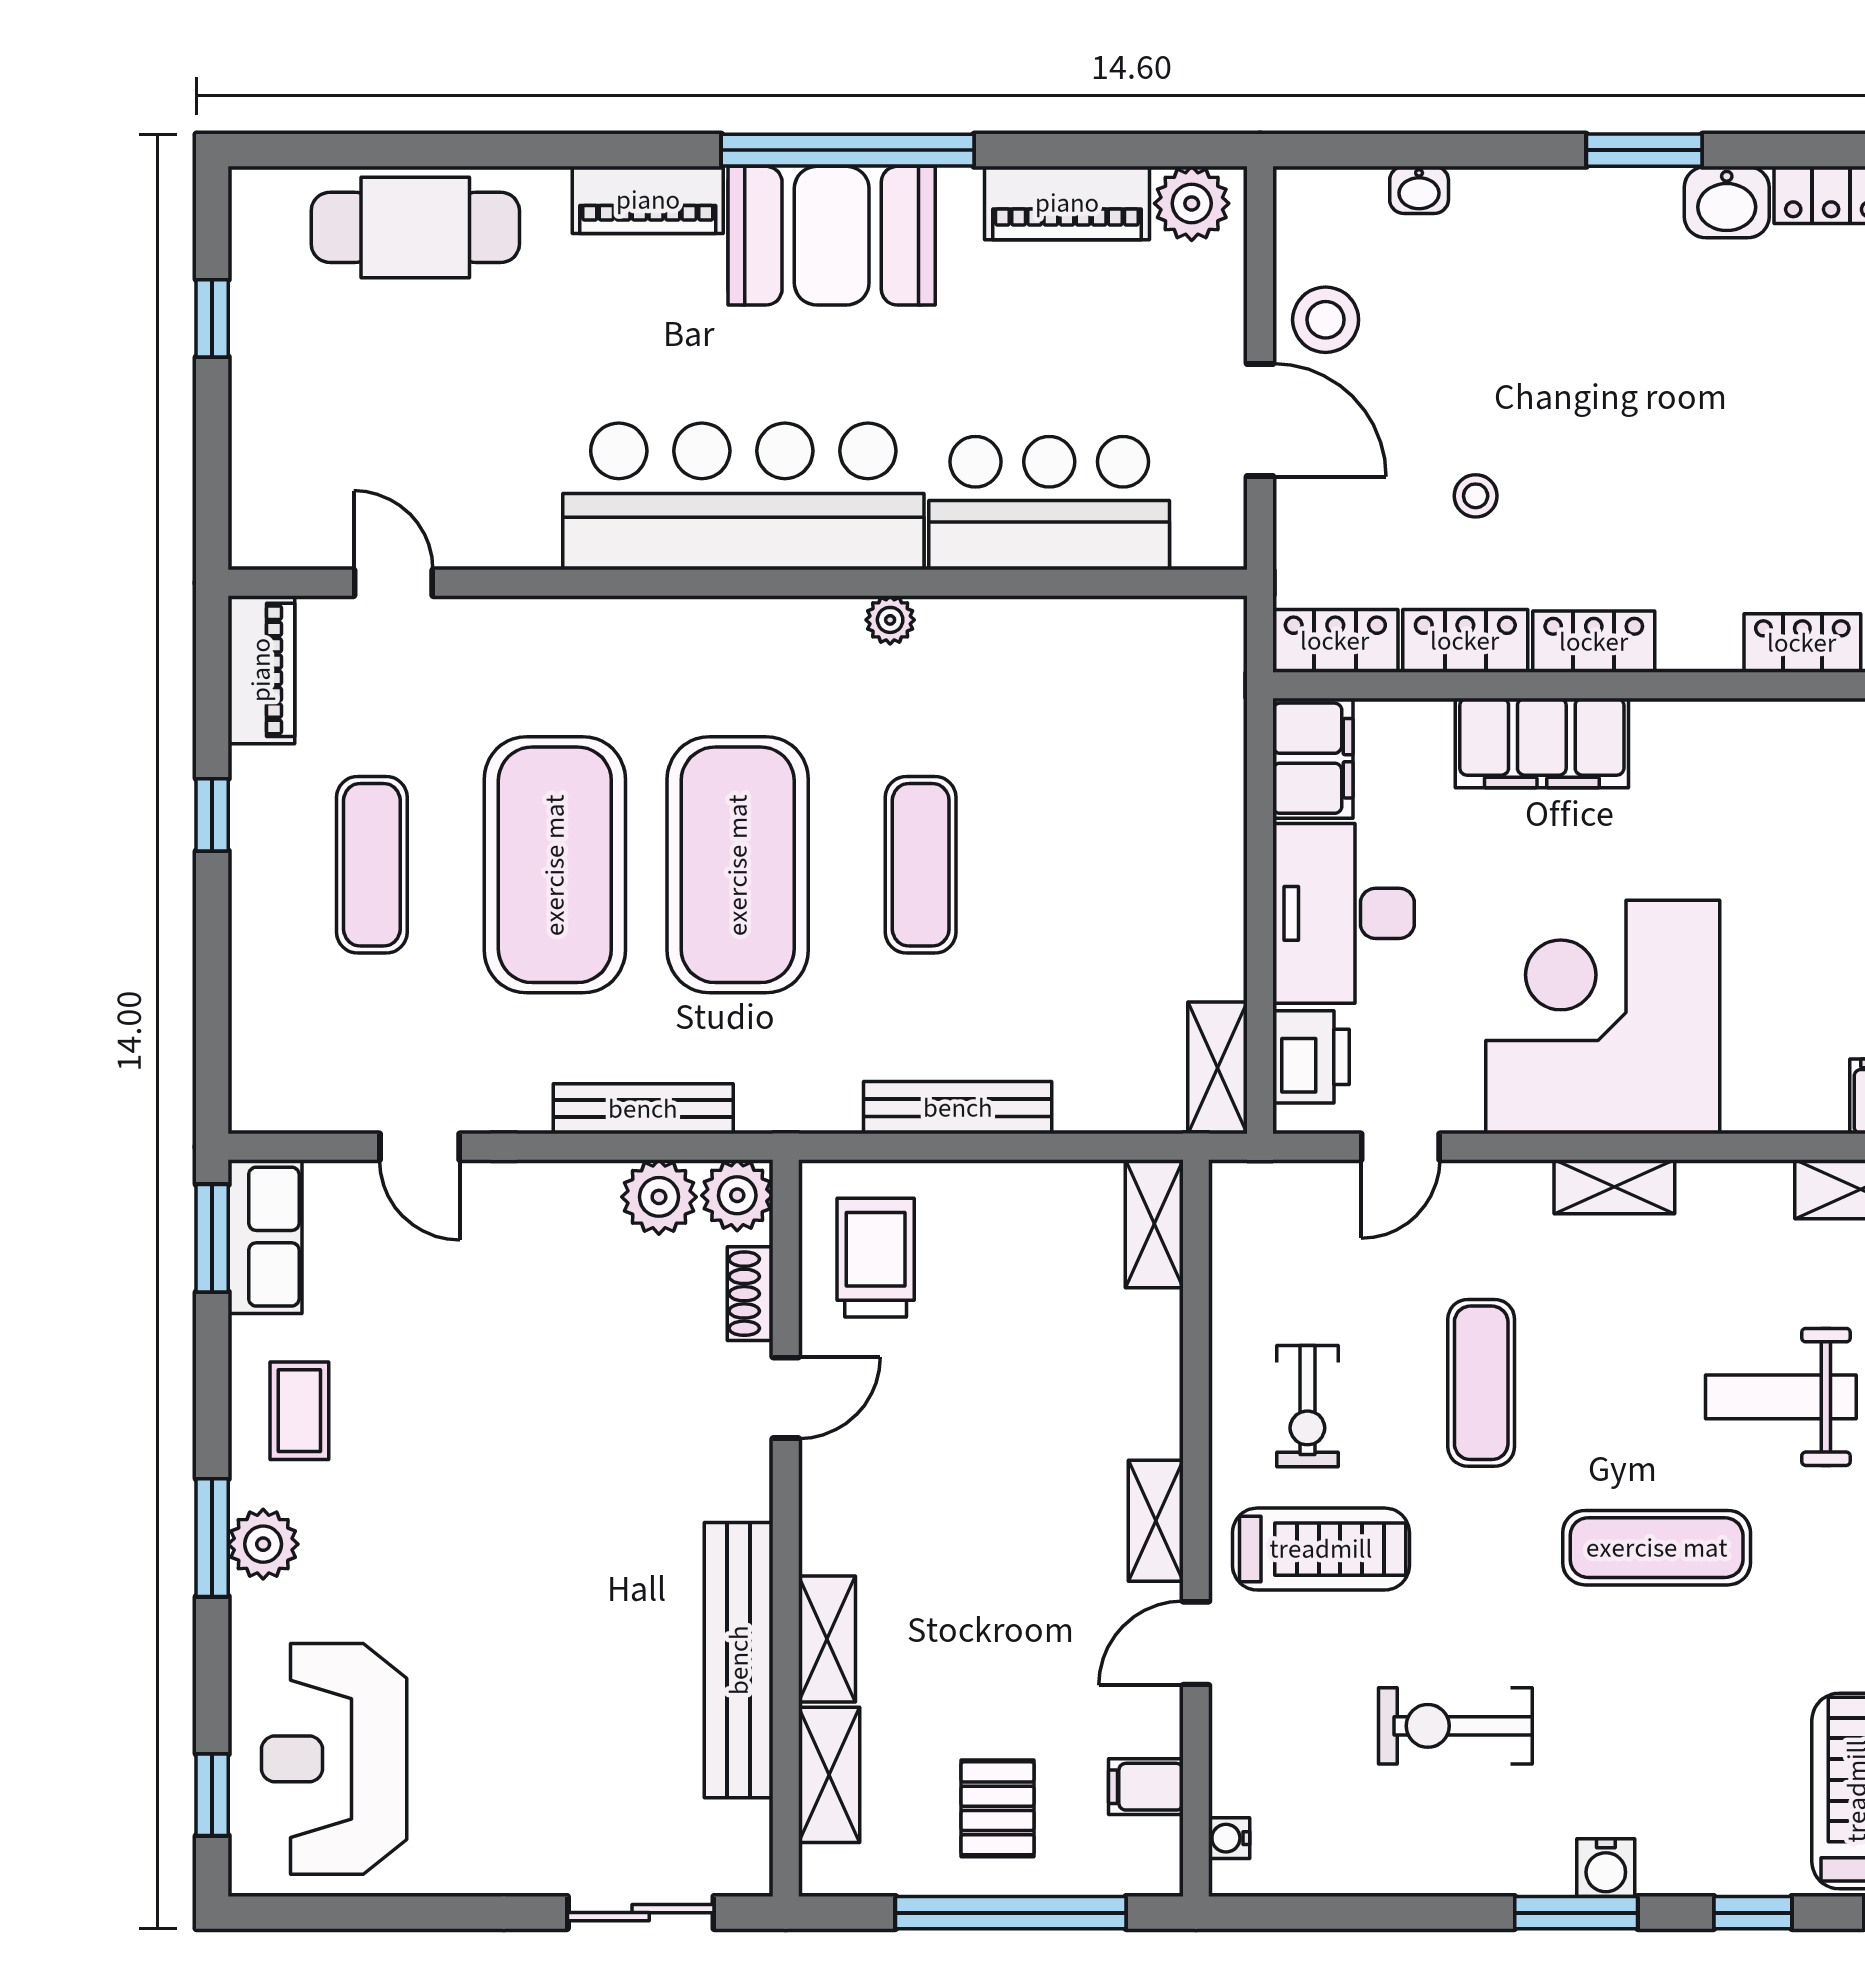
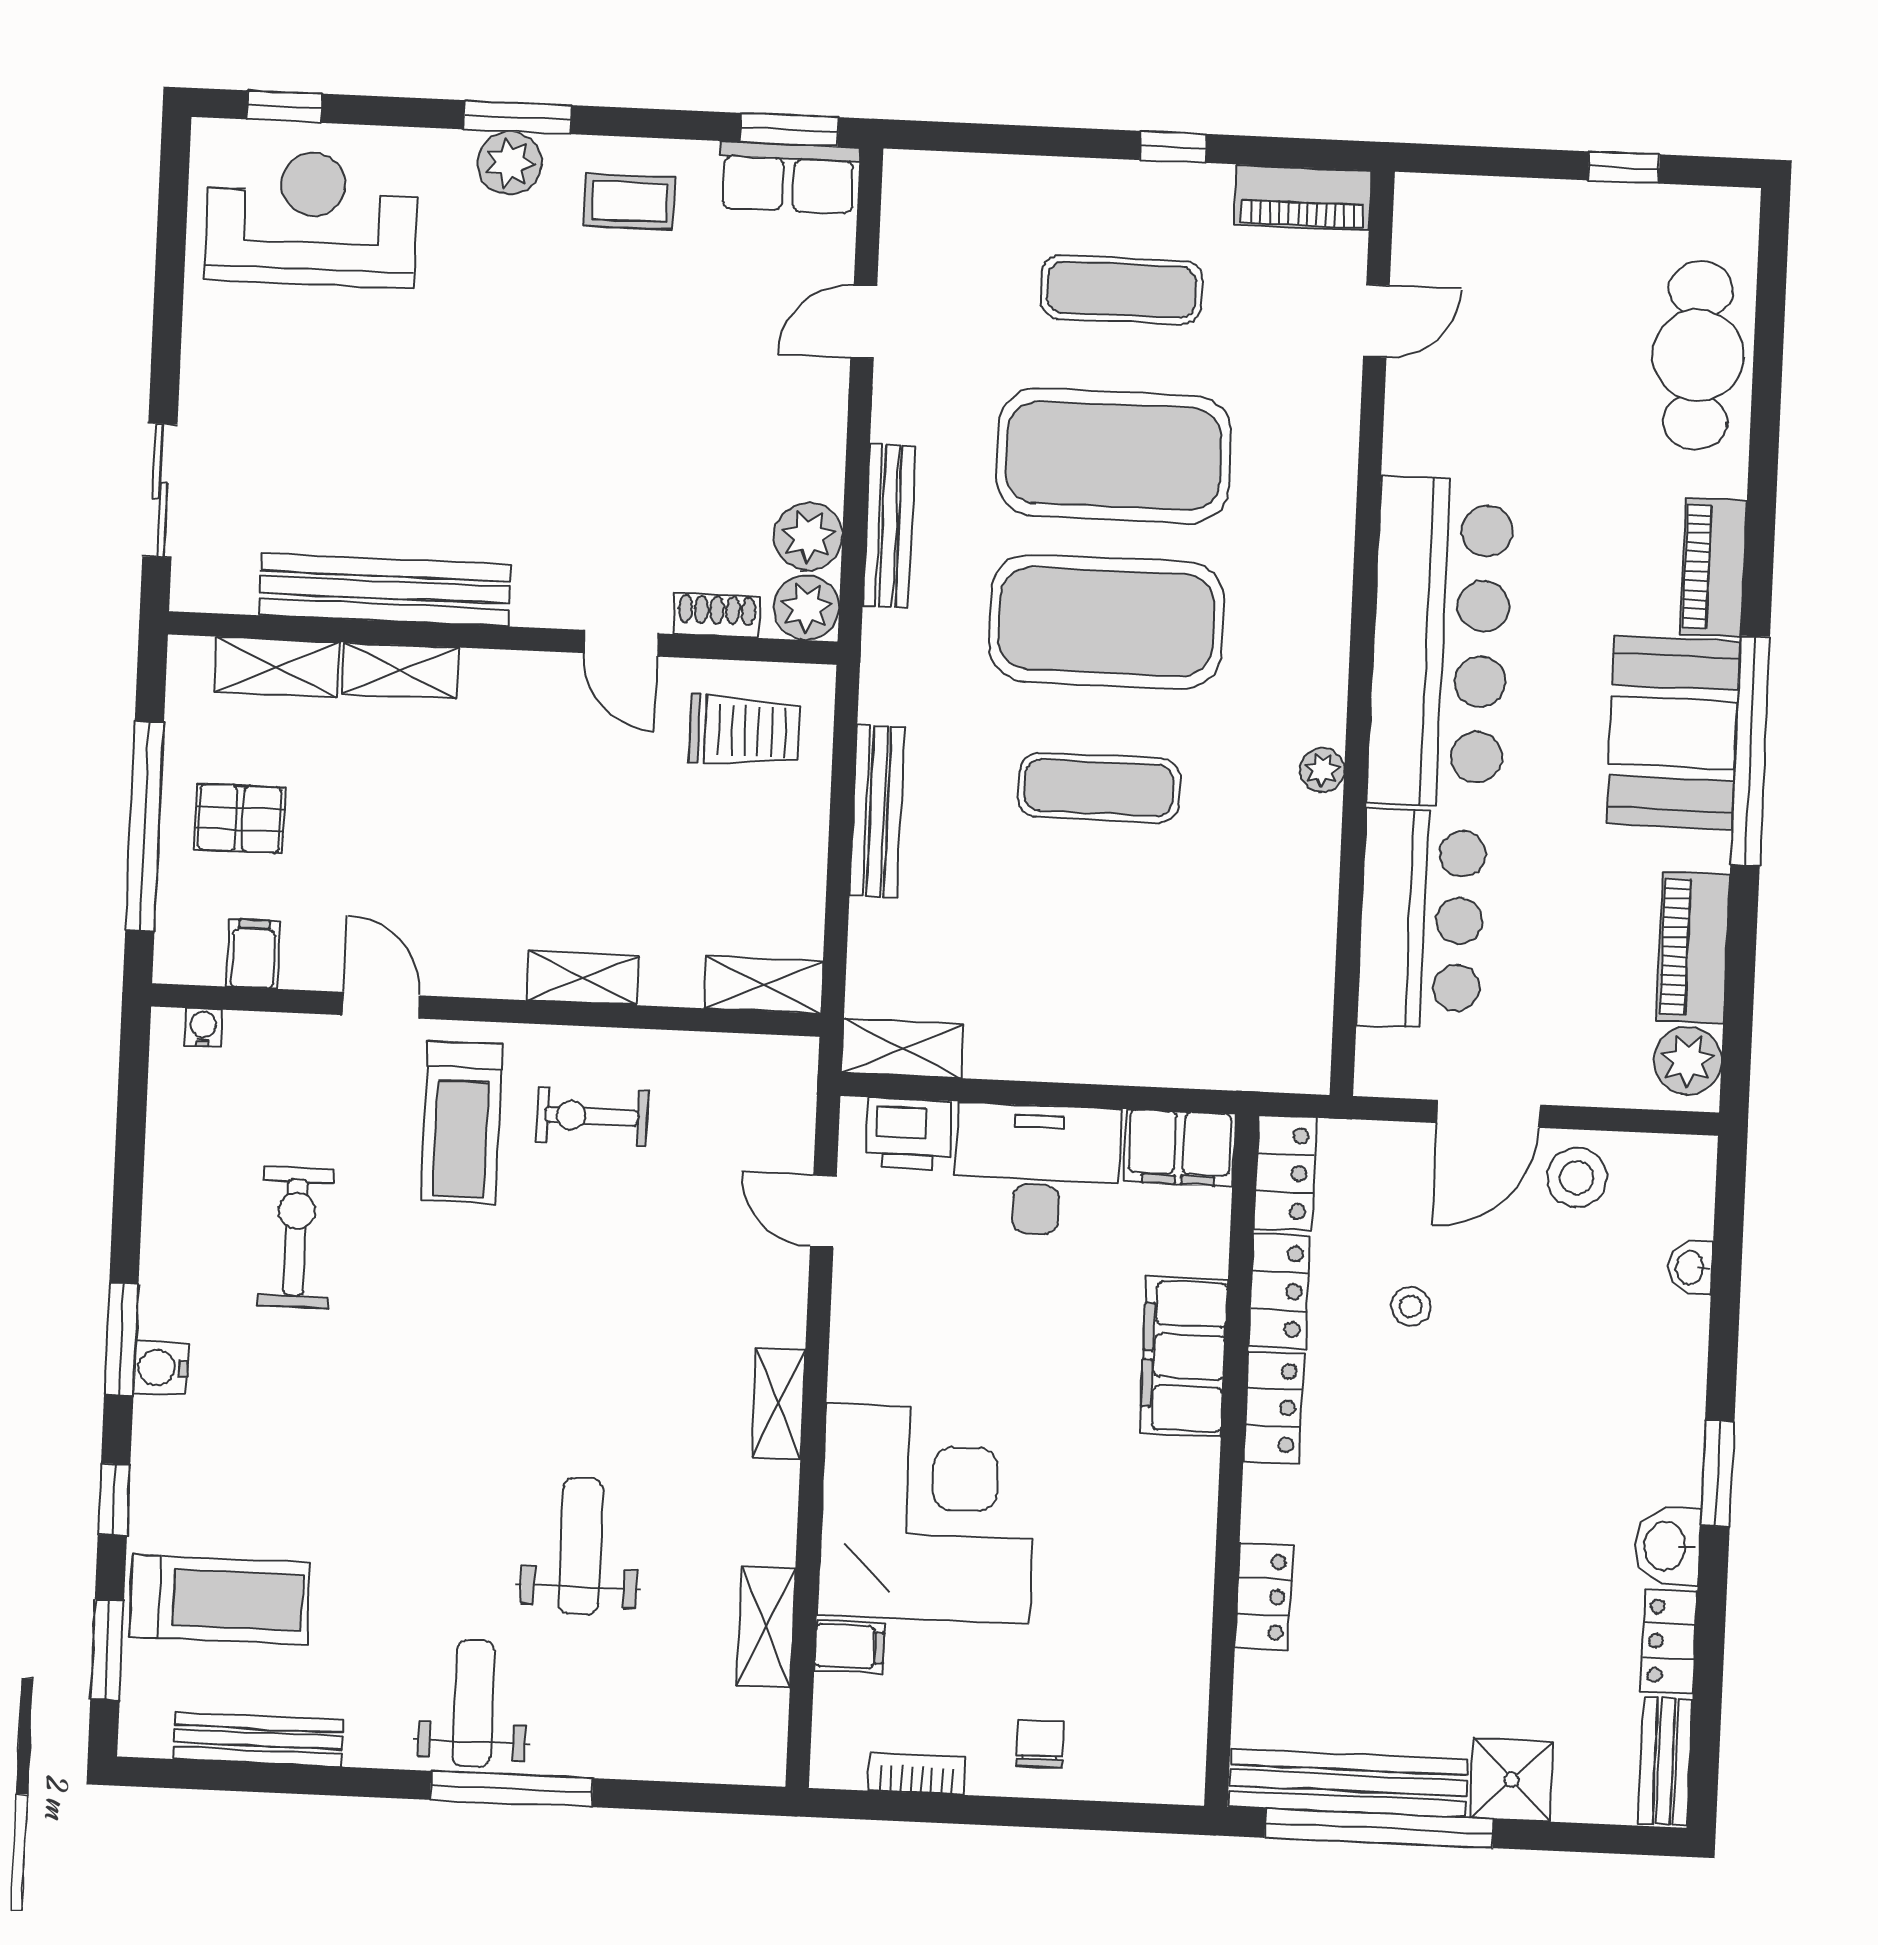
corner desk: (1603, 1017) -> (928, 1514), moved
exercise mat: (1481, 1383) -> (606, 1275), removed
shelving: (1156, 1521) -> (583, 978), moved
exercise mat: (1657, 1548) -> (449, 1427), removed

